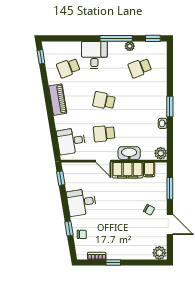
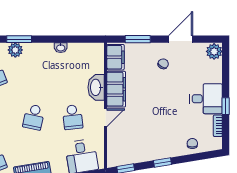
window: (170, 107) -> (19, 39), moved
plant: (161, 153) -> (15, 50), moved
filing cabinet: (149, 170) -> (115, 57), width x2.00
desk: (82, 202) -> (206, 99), moved, turned -81
window: (69, 228) -> (162, 162), moved

